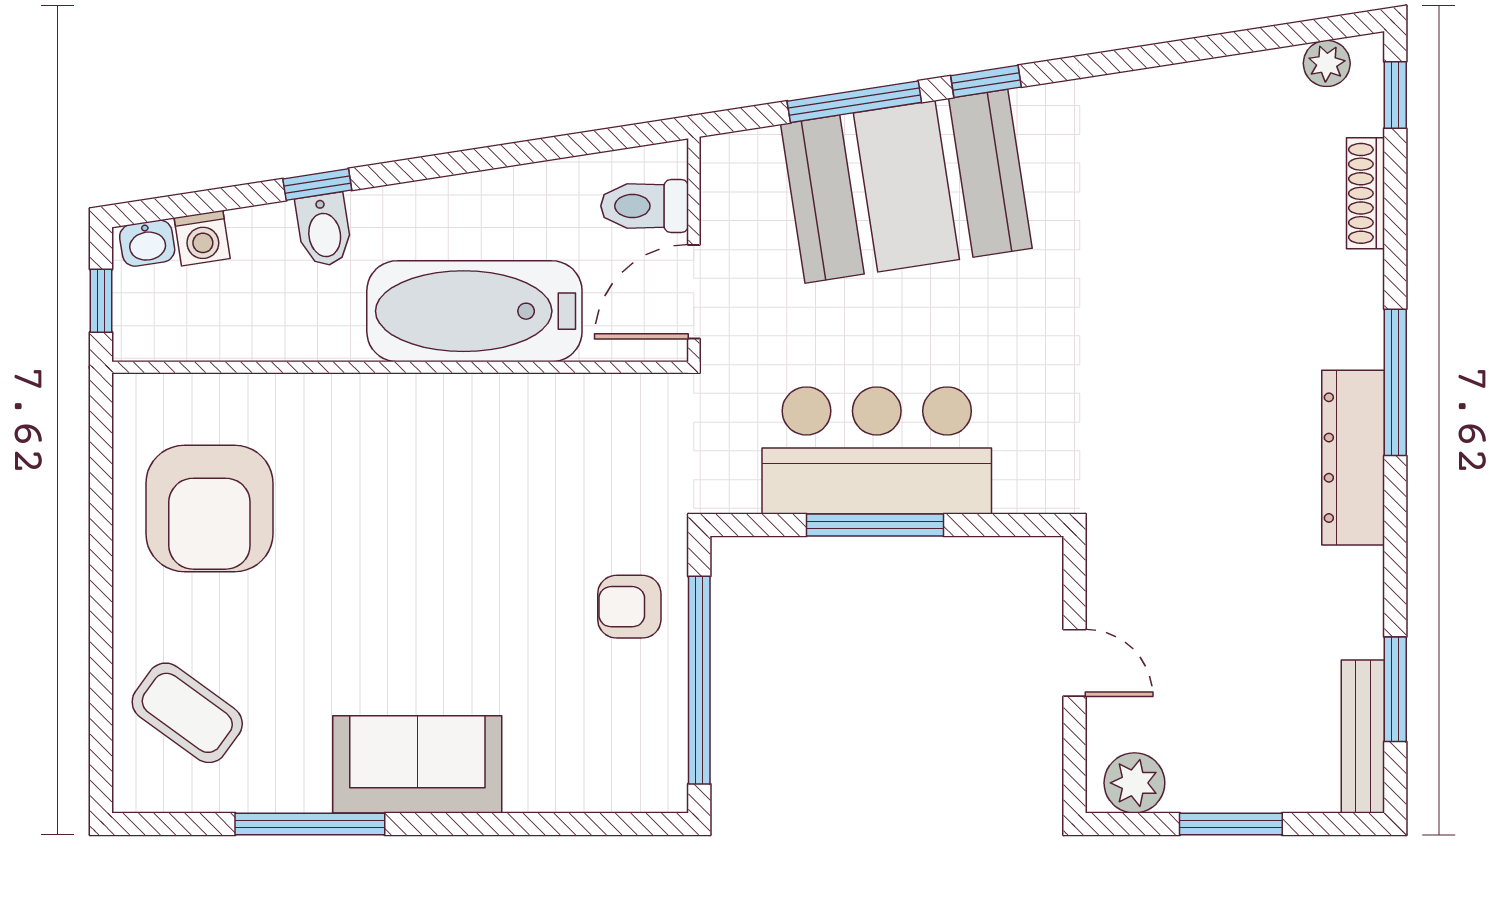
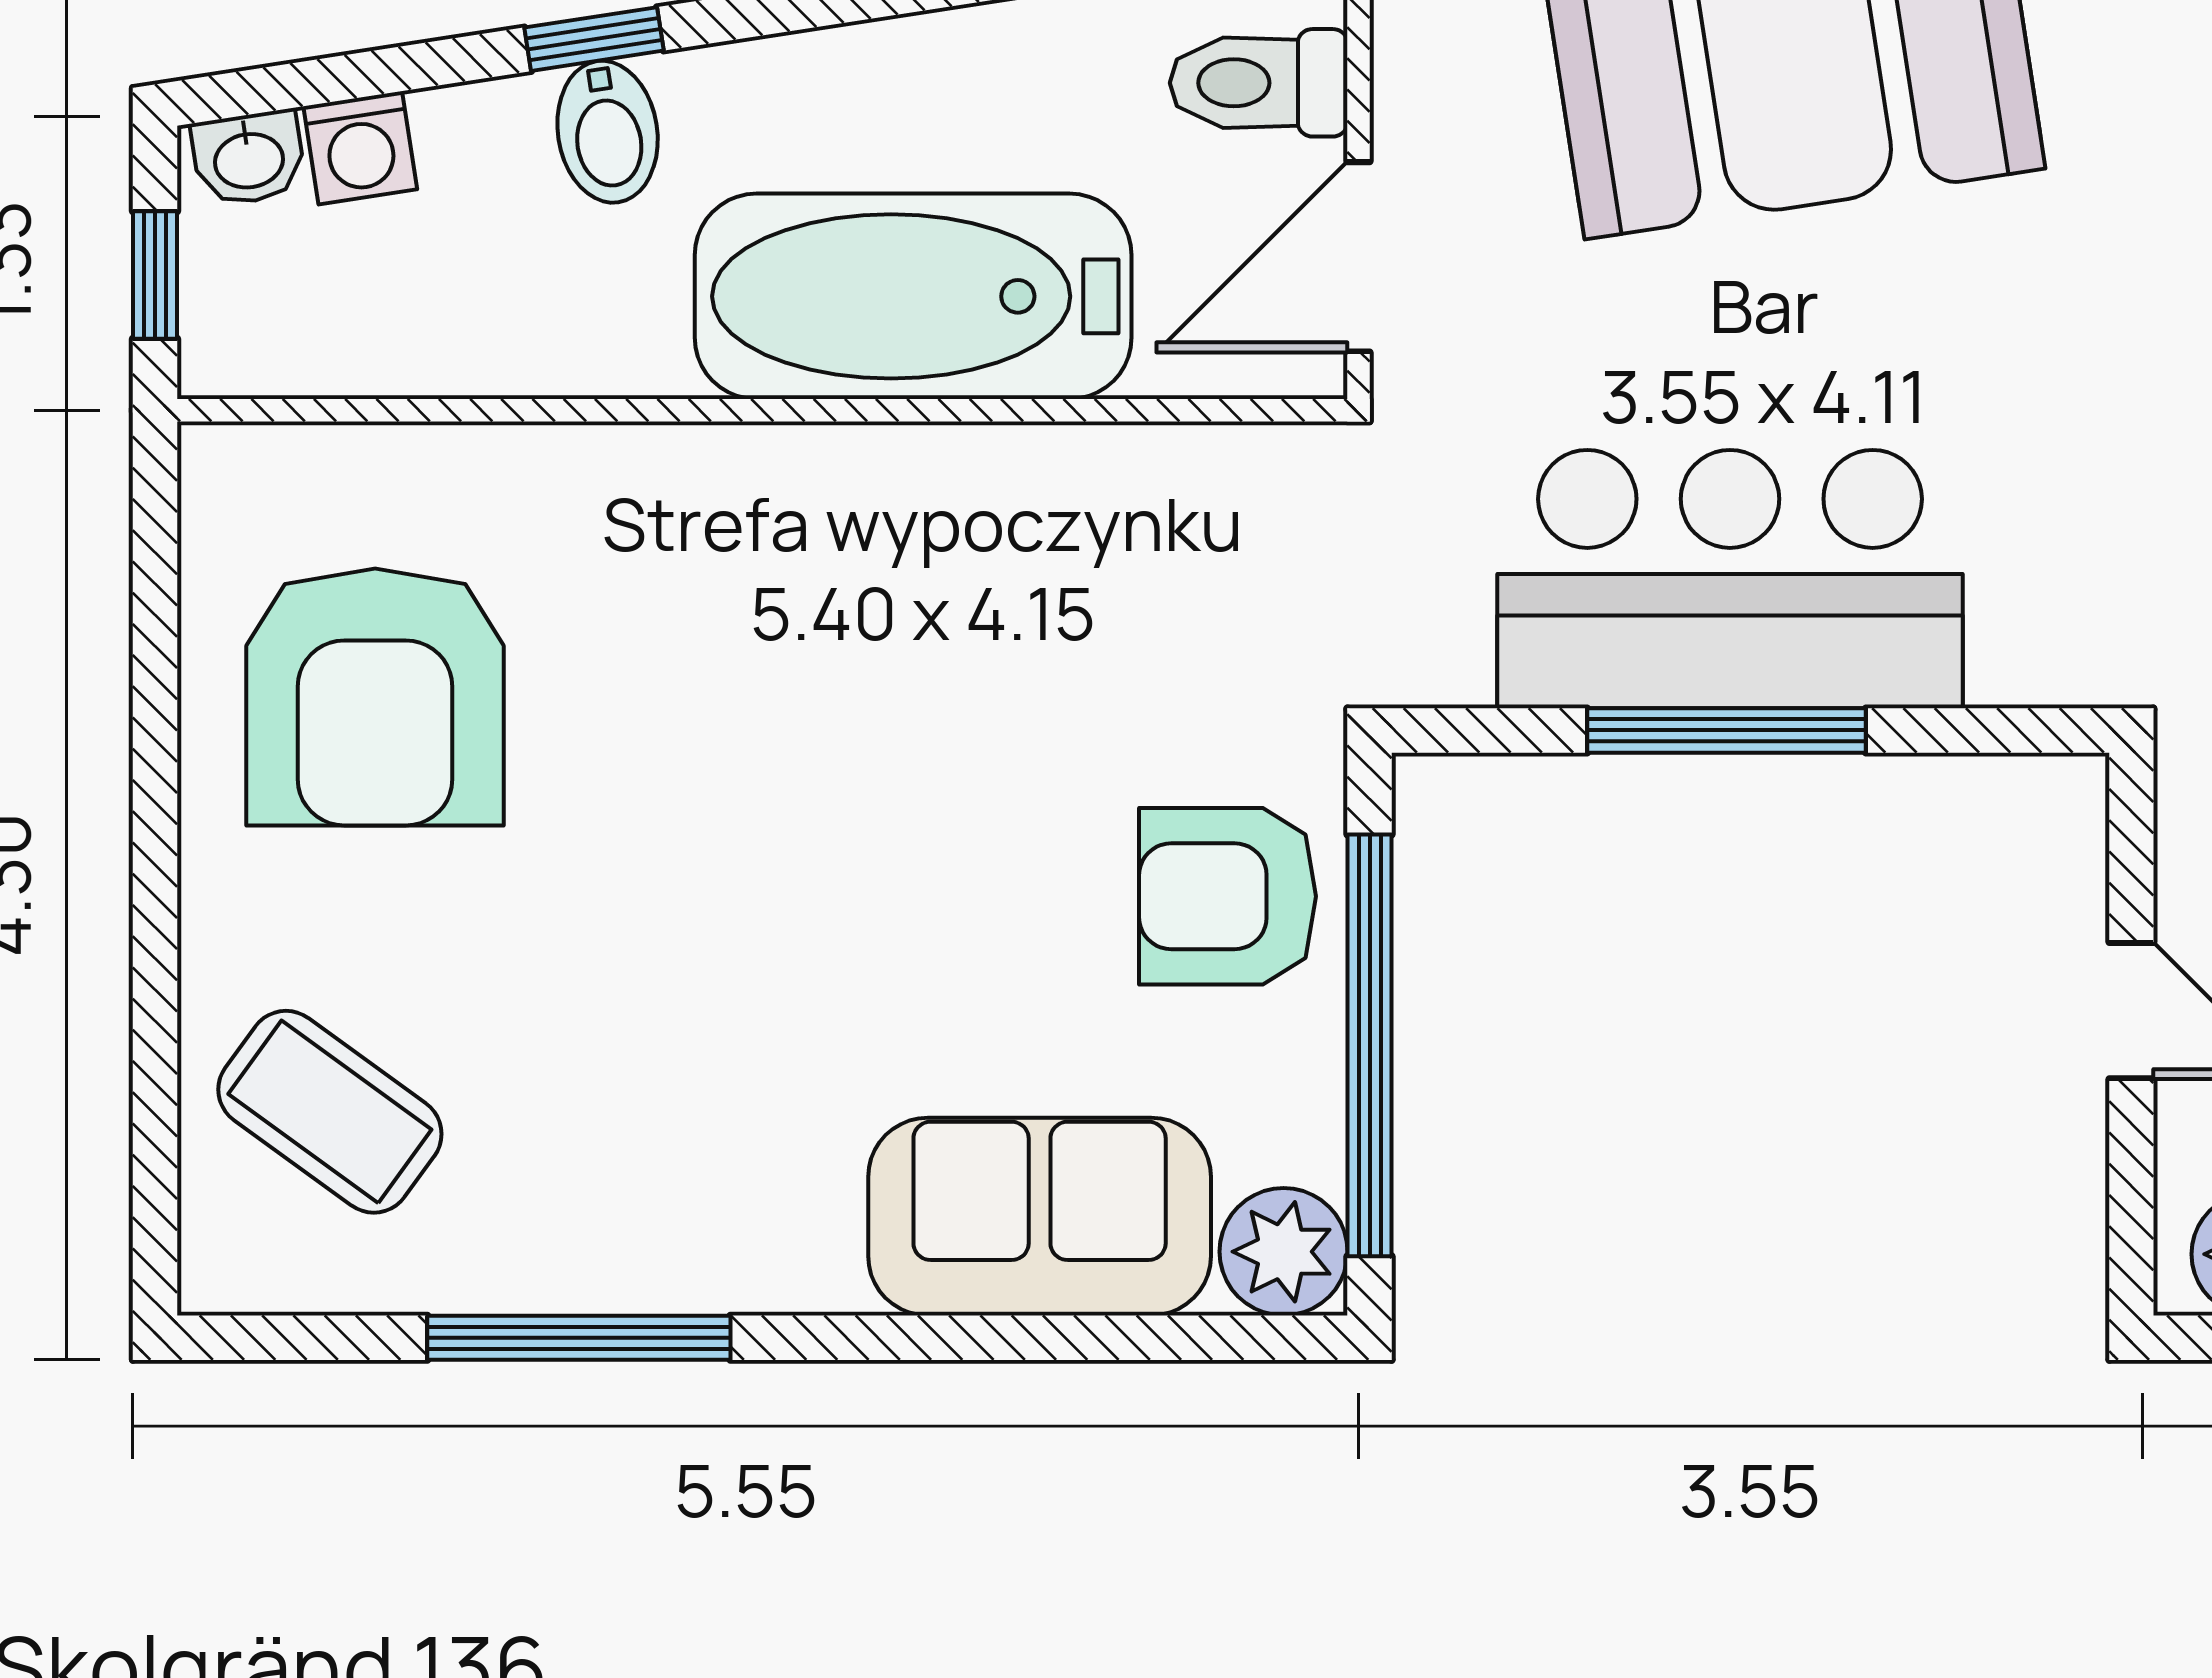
armchair: (629, 607) -> (1228, 896), width x1.38, depth x1.38
sofa: (417, 764) -> (1040, 1217), moved
plant: (657, 782) -> (1284, 1252), added

